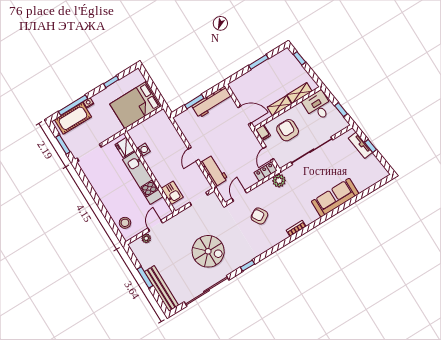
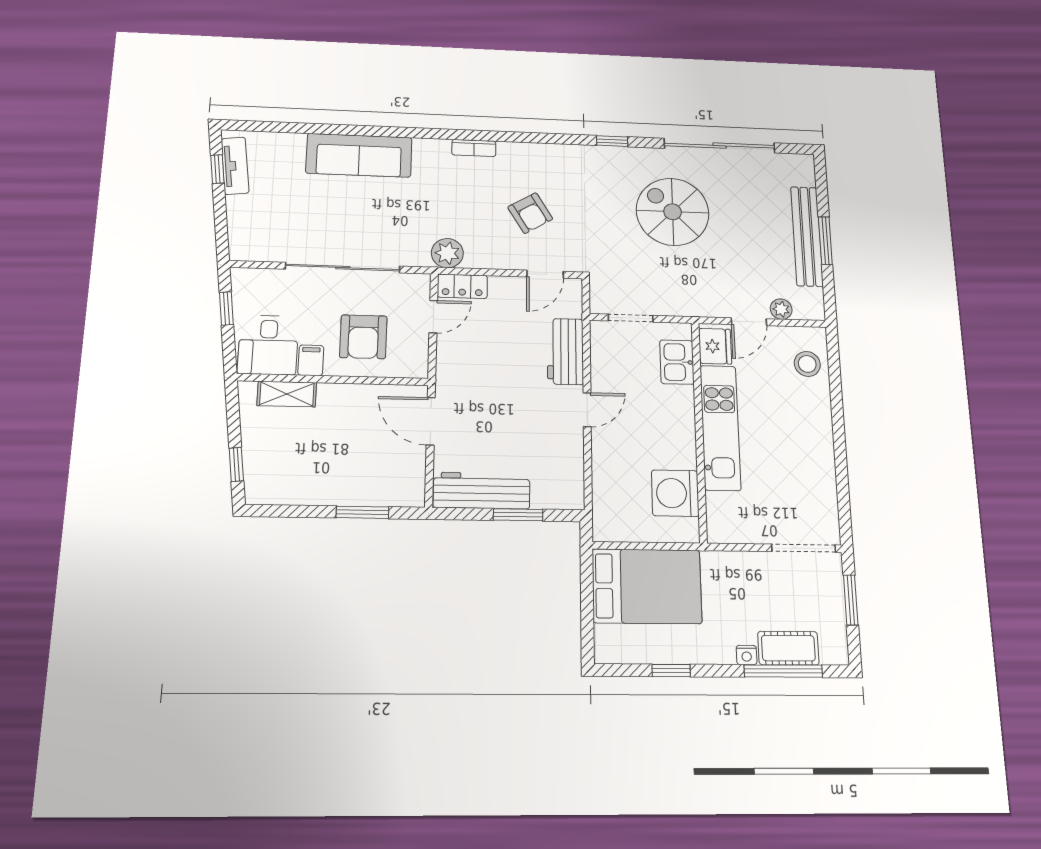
window: (258, 62) -> (363, 512), moved
shelving: (279, 106) -> (346, 395), removed
cot: (73, 118) -> (788, 648), width x0.73, depth x0.75
filing cabinet: (263, 133) -> (311, 360), moved
tv unit: (360, 145) -> (235, 166), moved
window: (370, 146) -> (217, 169), moved
fridge: (125, 147) -> (715, 346), moved
washing machine: (143, 150) -> (675, 493), width x1.89, depth x1.89
bench: (161, 288) -> (807, 236), moved

